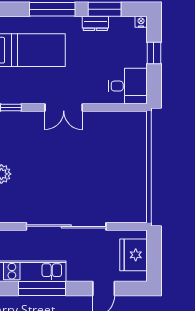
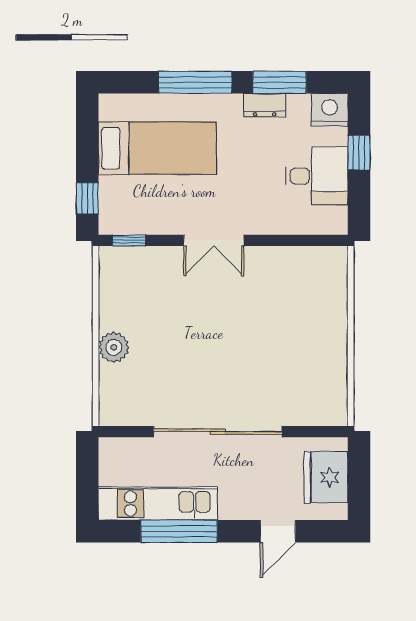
nightstand: (141, 22) -> (330, 110), width x1.89, depth x1.79
desk: (128, 86) -> (317, 176), moved

